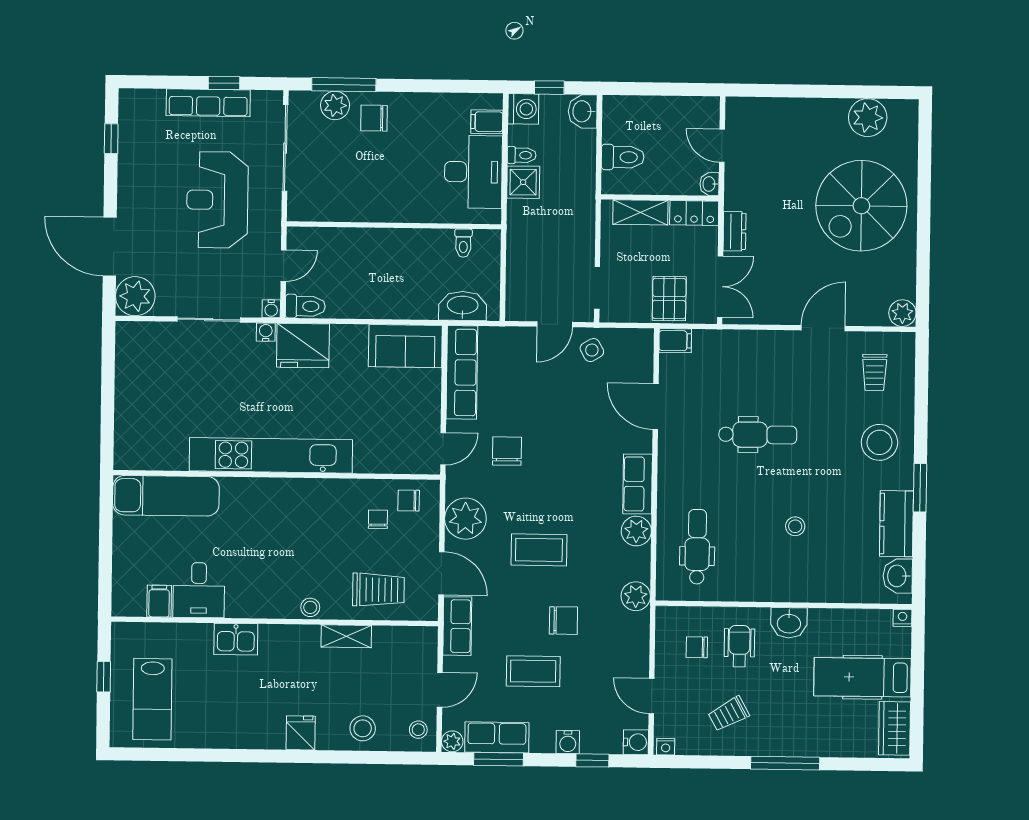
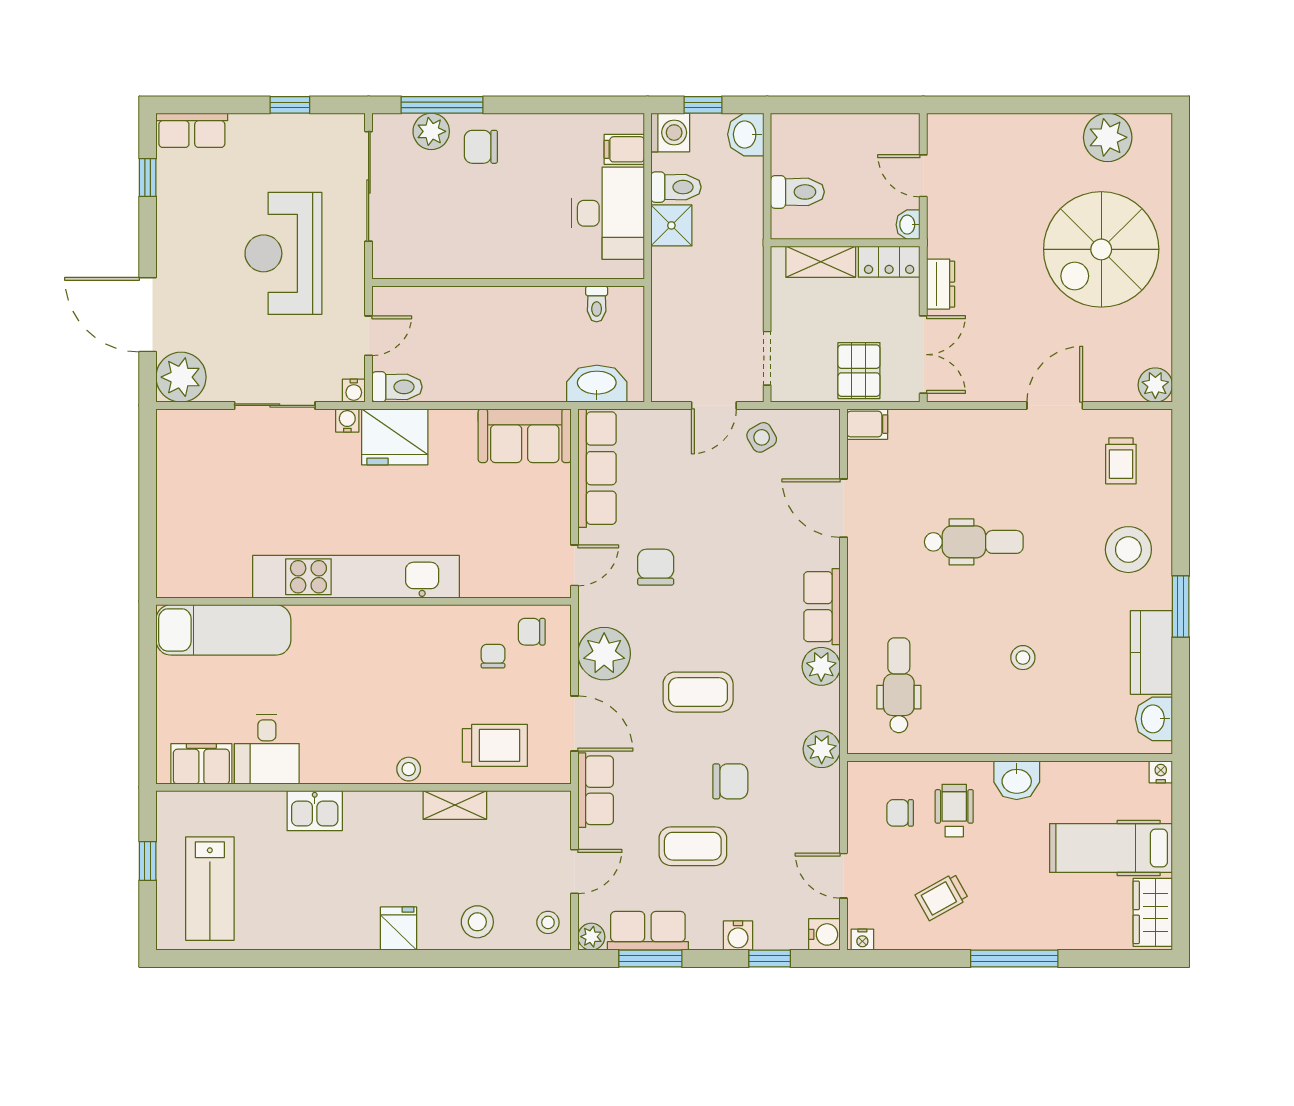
row of seats: (208, 103) -> (192, 130), moved, width x0.68
toilet: (522, 155) -> (676, 187), width x1.37, depth x1.39
filing cabinet: (159, 601) -> (201, 764), width x2.00

